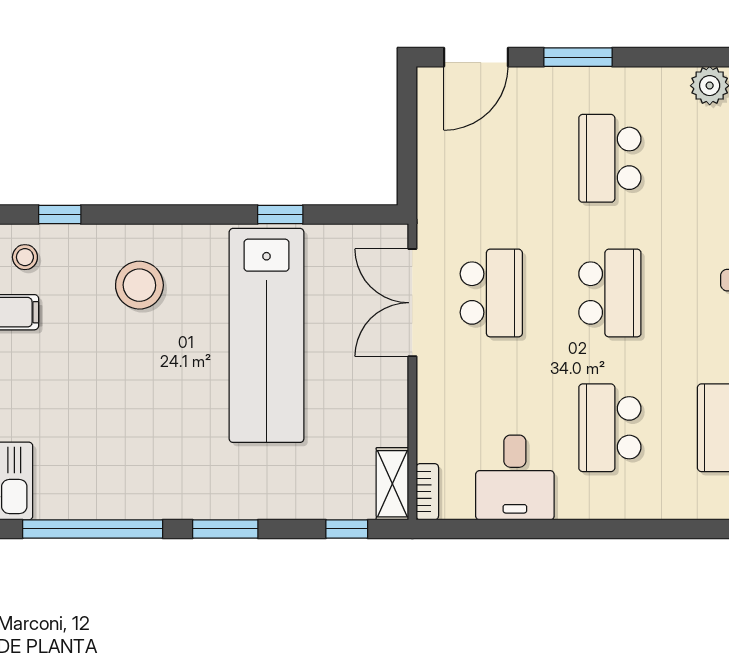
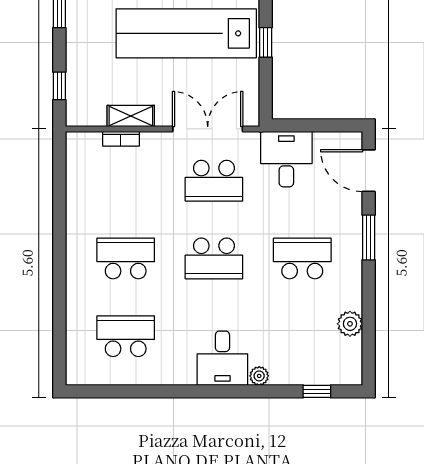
desk: (515, 477) -> (286, 159), moved, turned 90
shelving: (392, 484) -> (131, 116), moved
bookcase: (427, 492) -> (121, 139), moved

